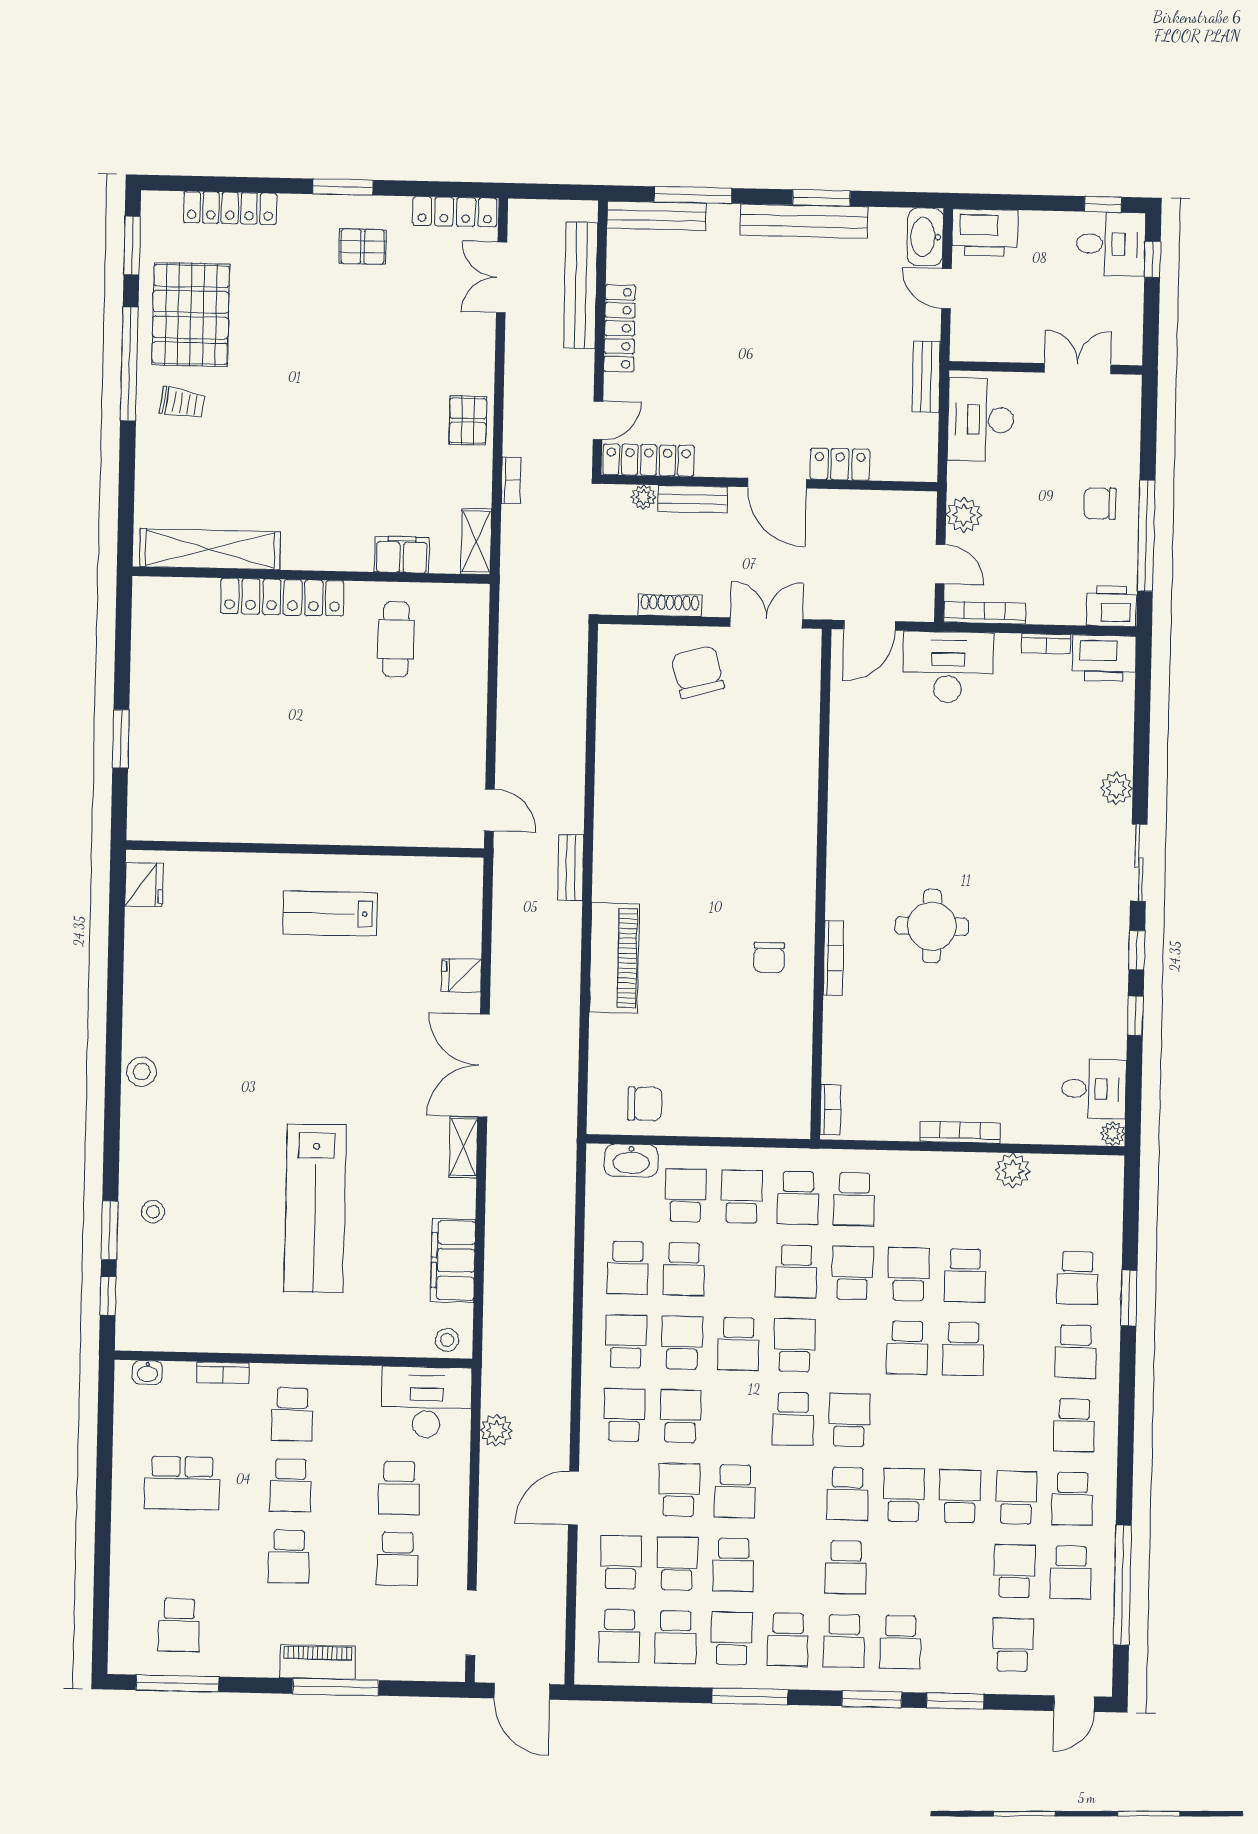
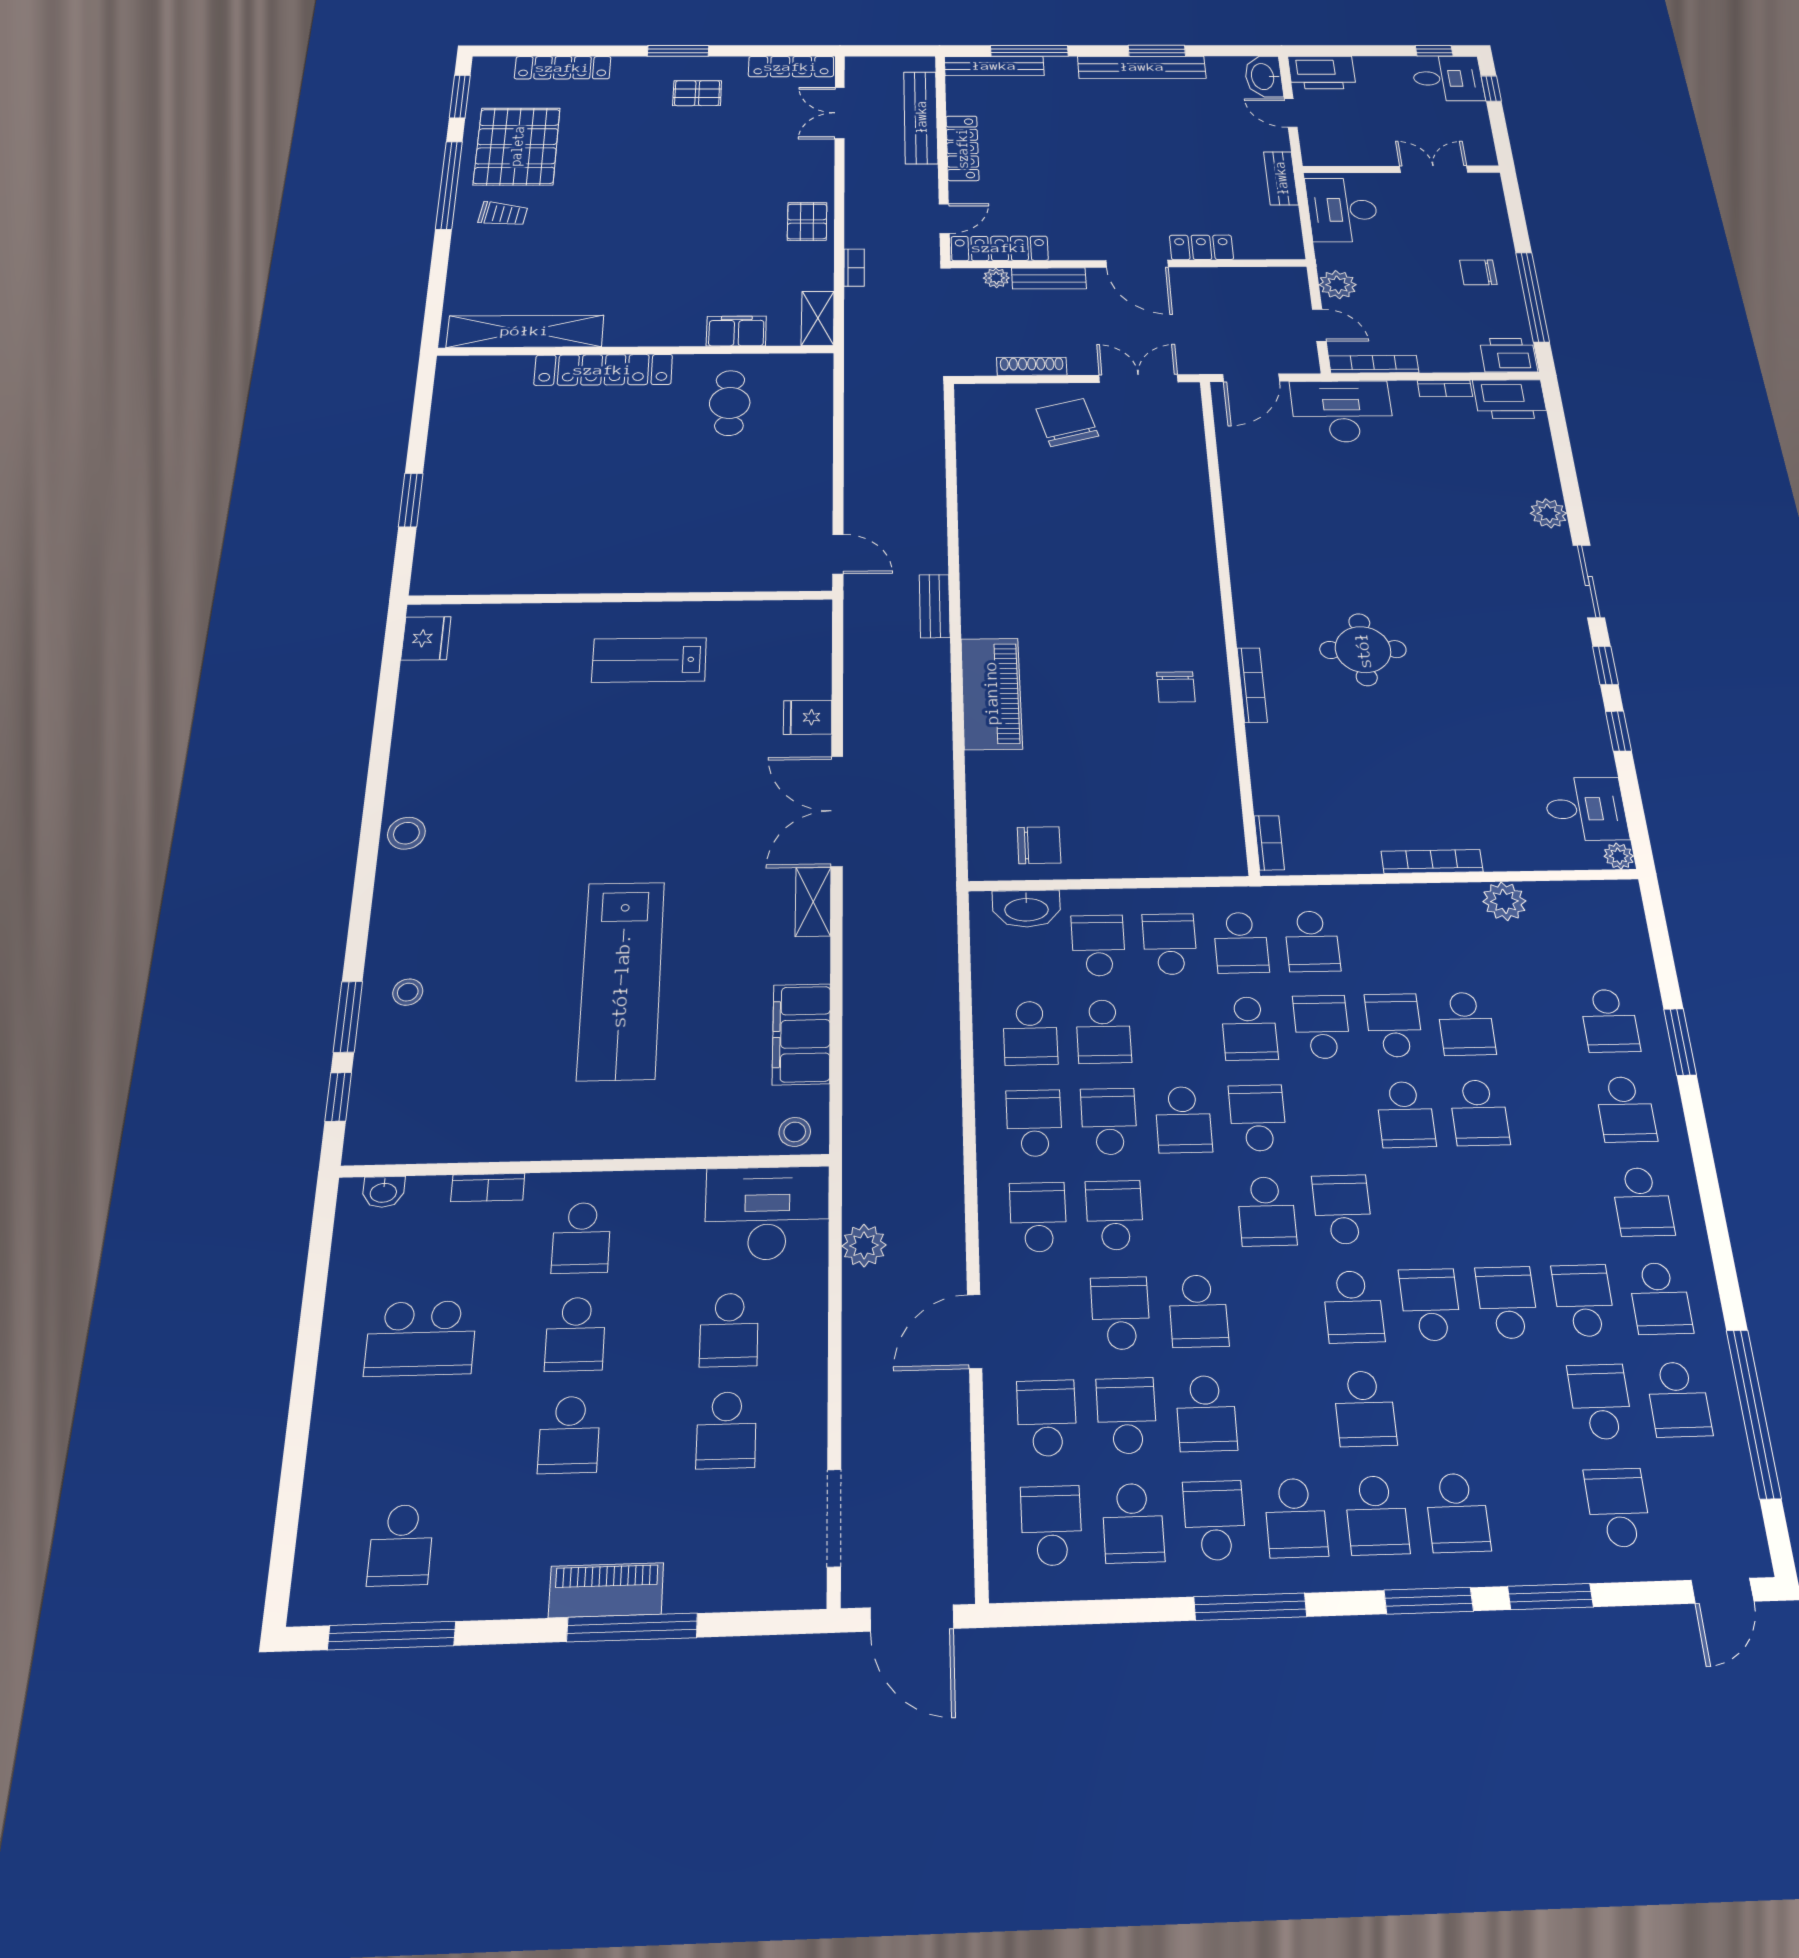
school desk: (619, 1636) -> (1051, 1526), turned 180

